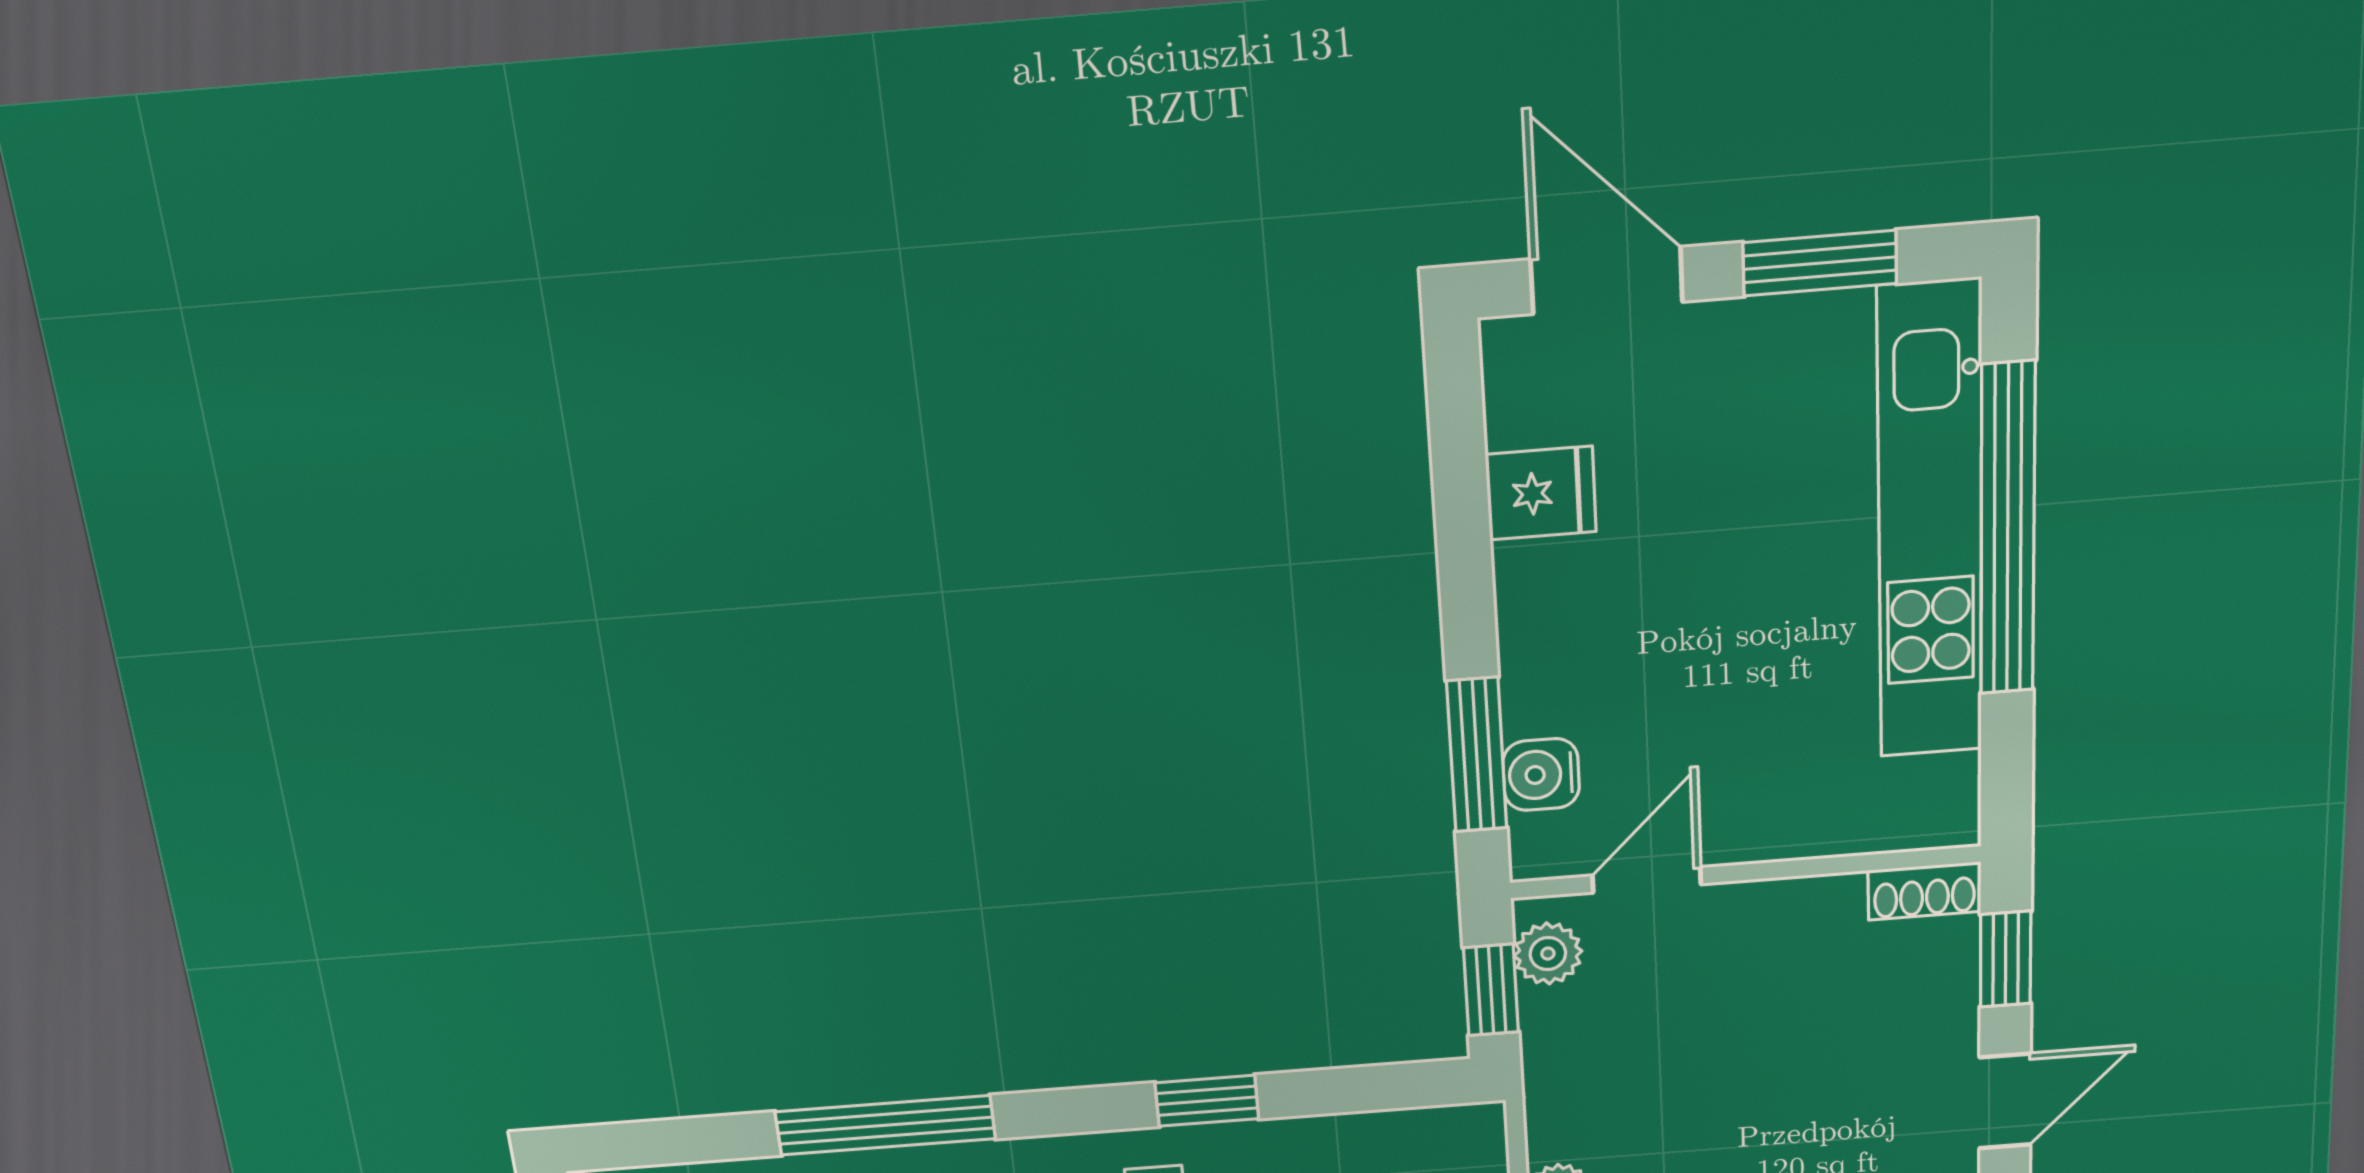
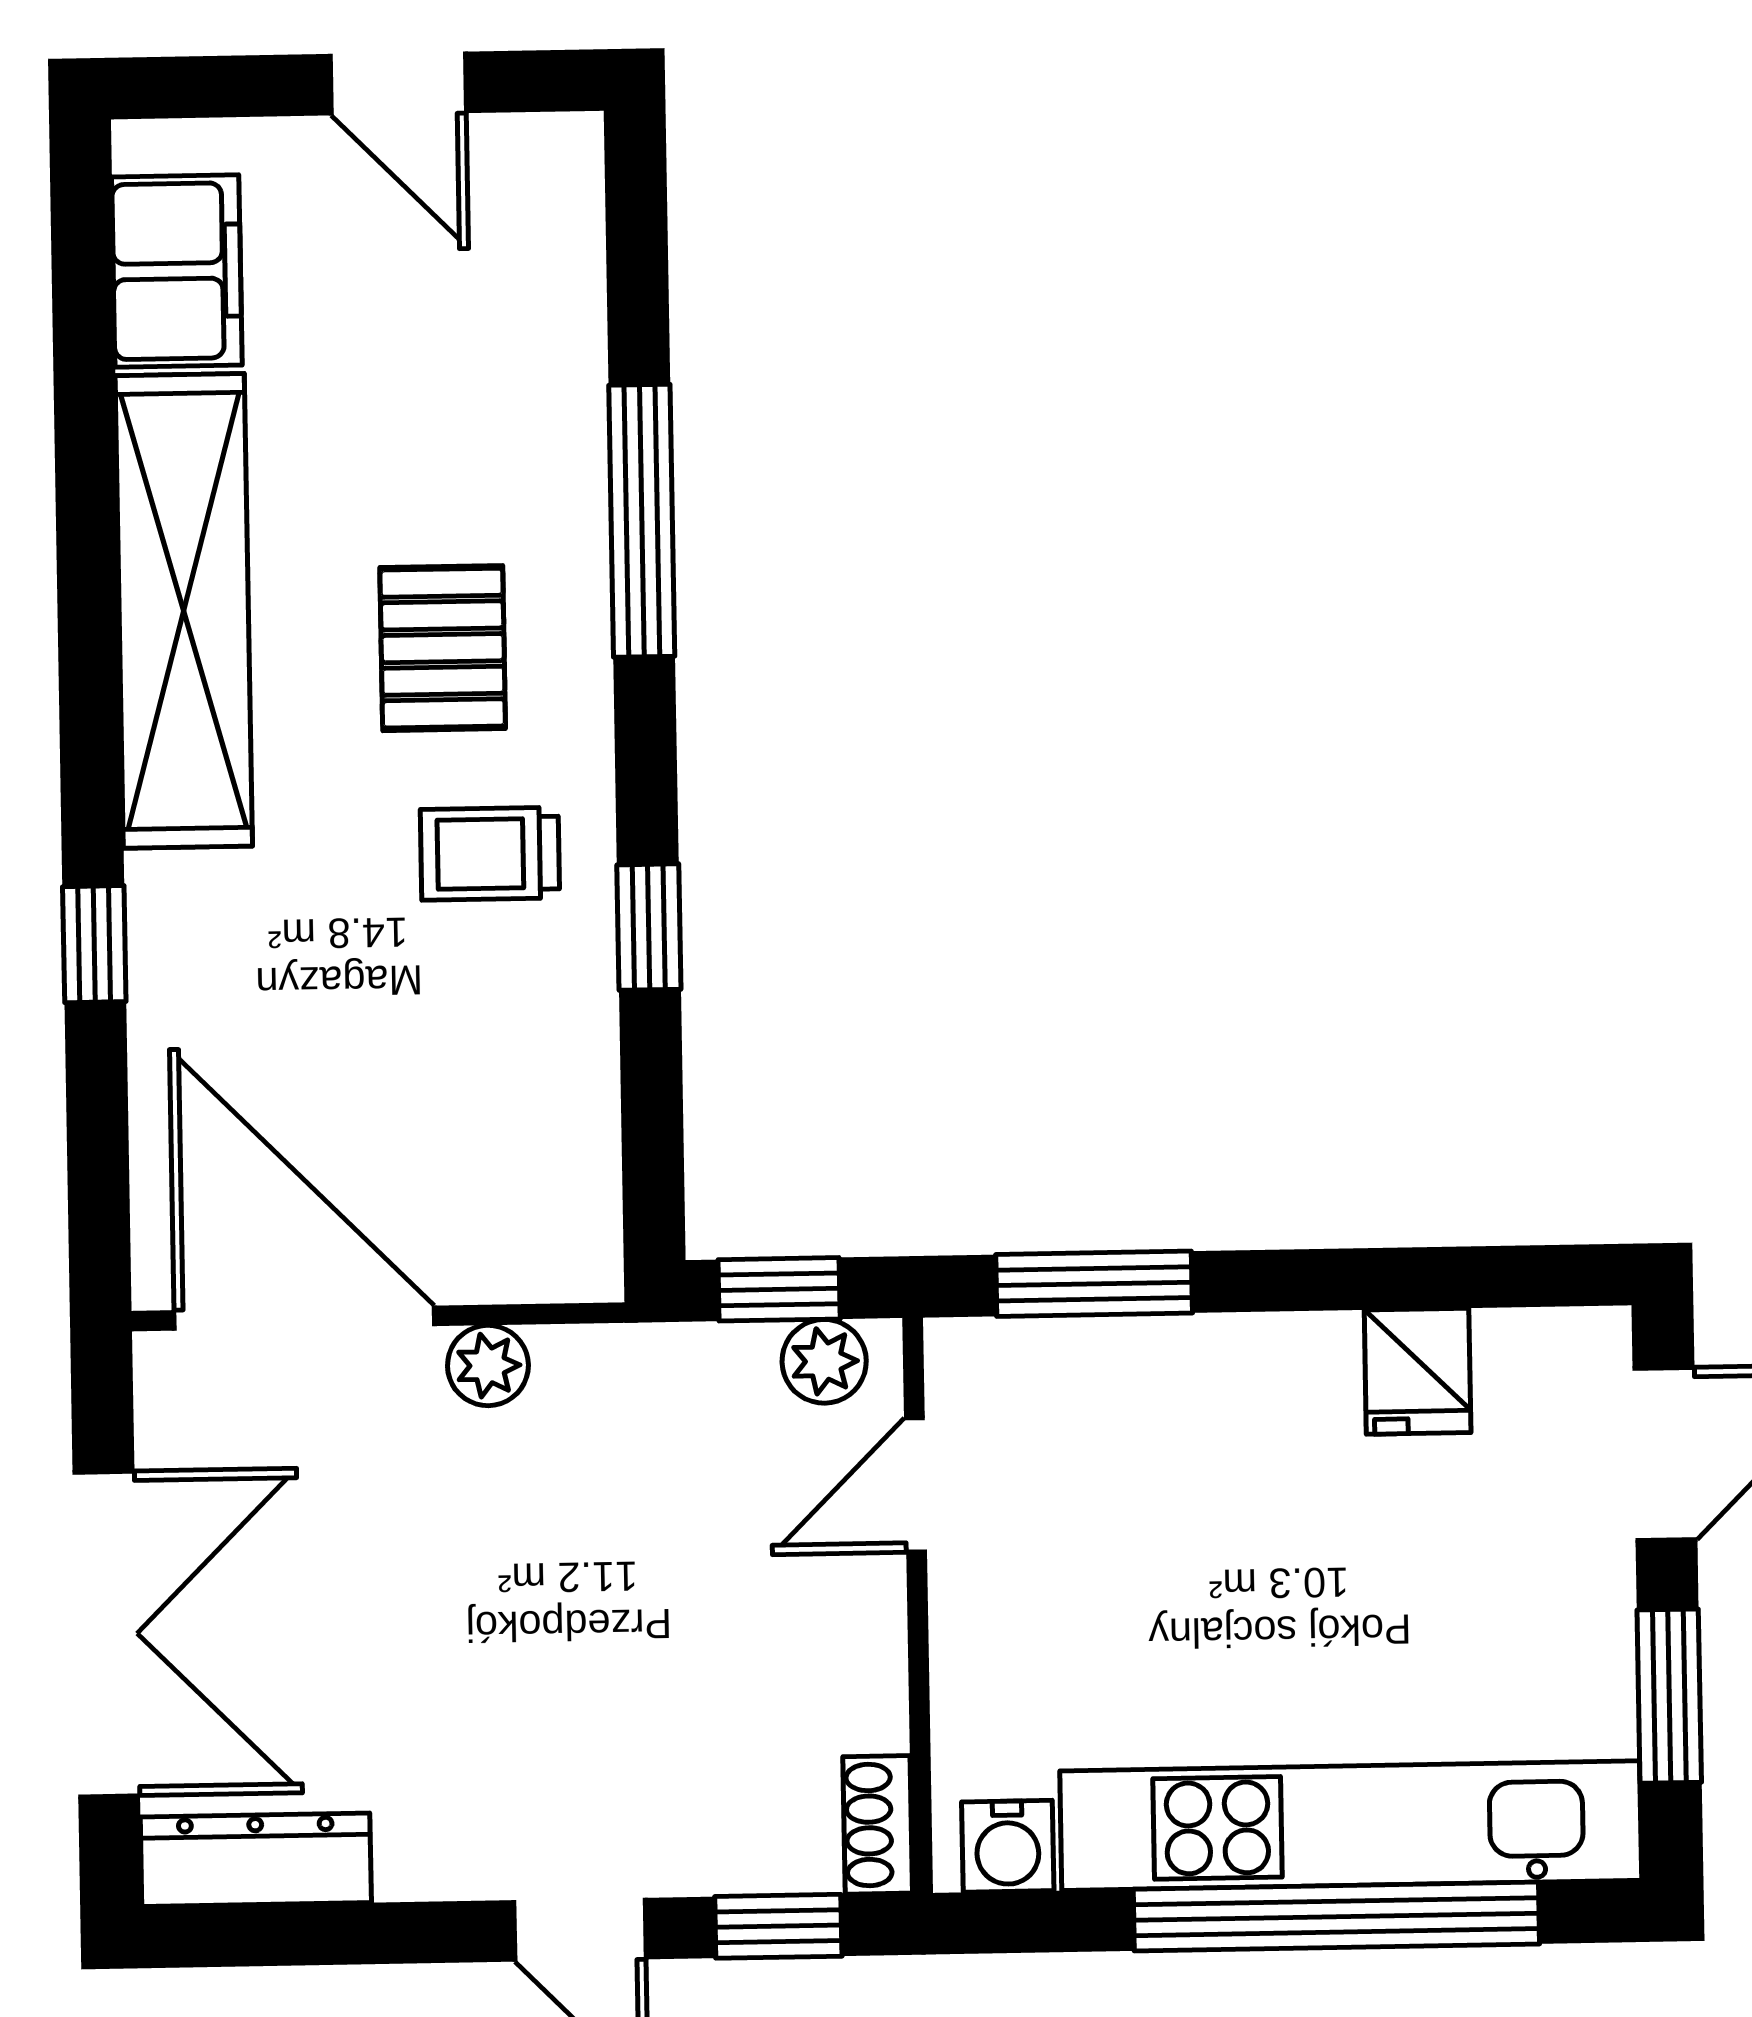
water cooler: (1541, 775) -> (1008, 1846), moved, turned 180
door: (1647, 880) -> (915, 1485), swing flipped

